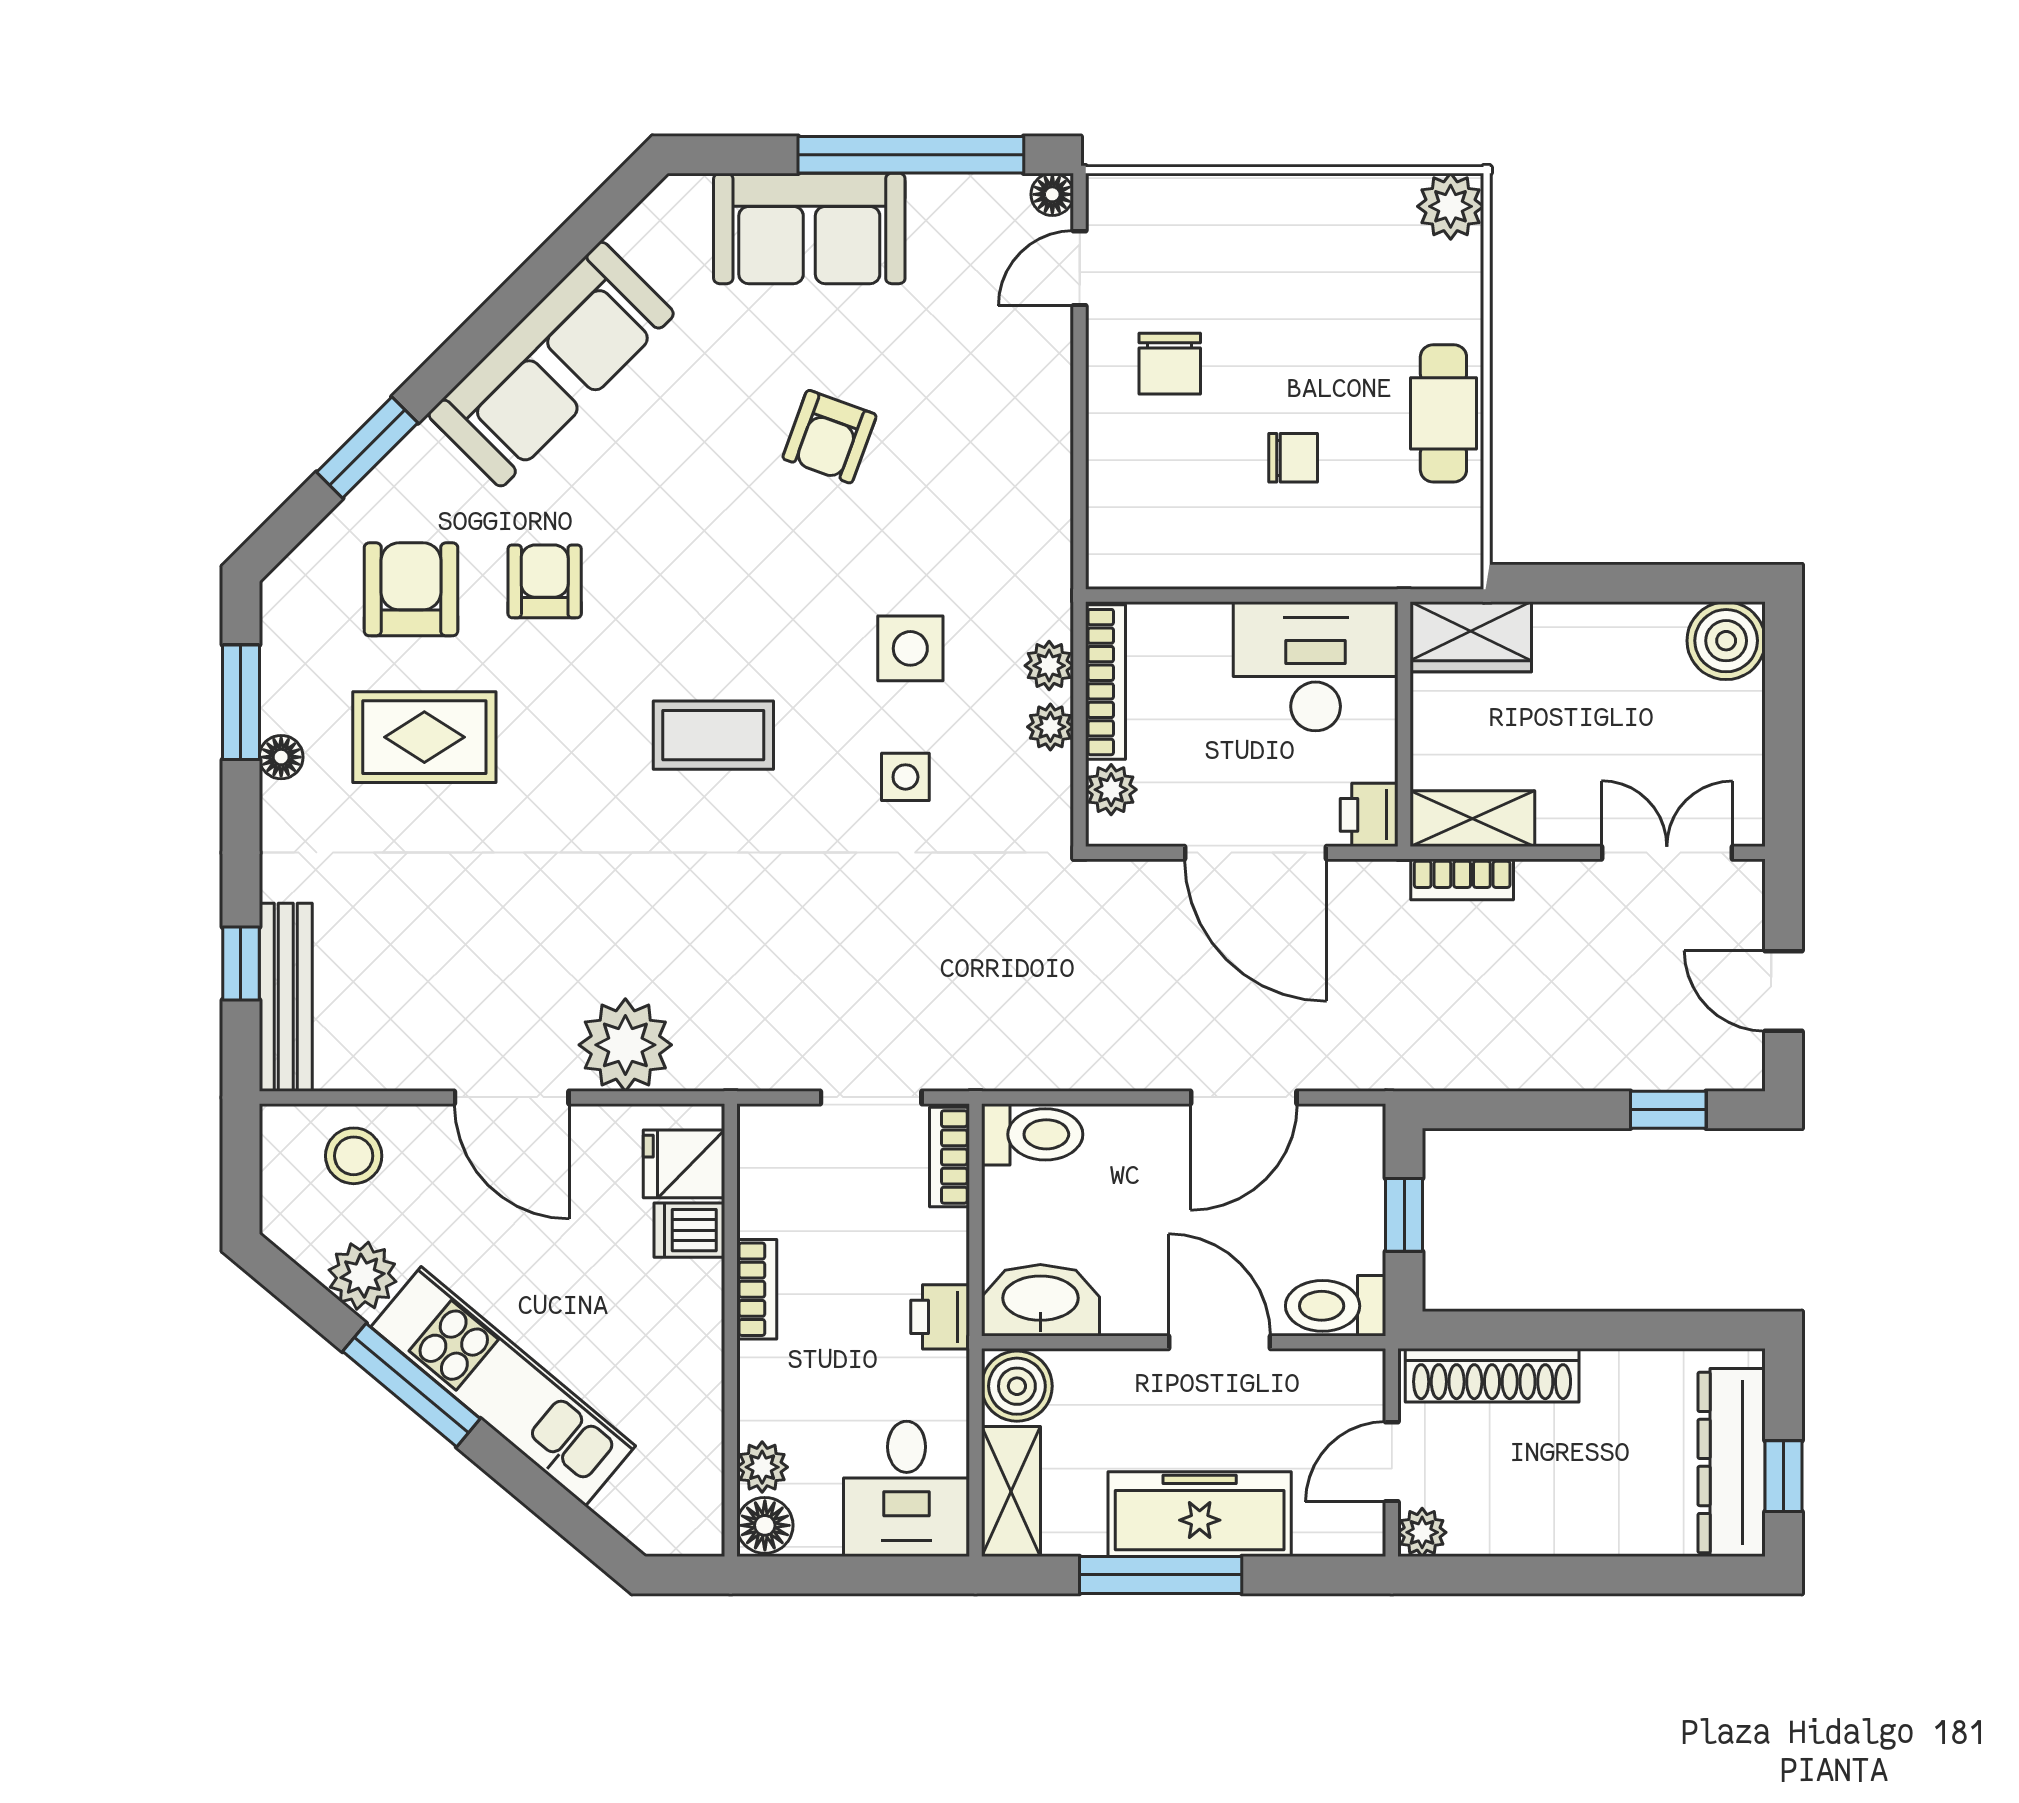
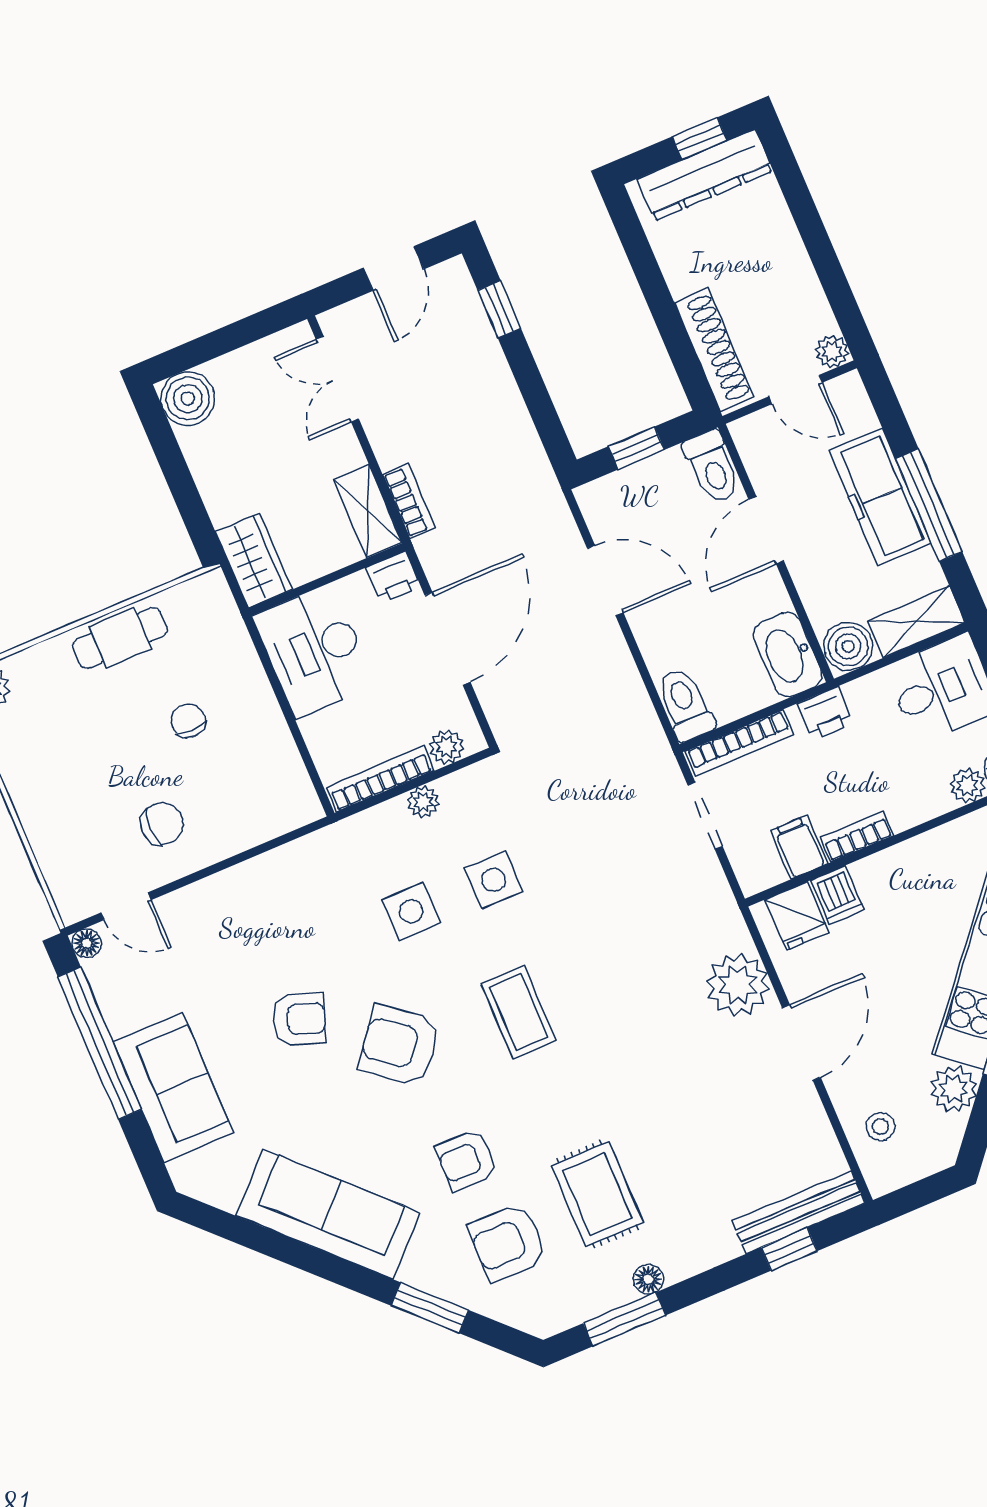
armchair: (737, 557) -> (400, 1045), added
plant: (1049, 666) -> (385, 819), removed
side table: (905, 777) -> (494, 880), width x1.37, depth x1.37
stool: (354, 1156) -> (880, 1127), width x0.73, depth x0.73
bookcase: (949, 1157) -> (739, 743), width x1.56
filing cabinet: (775, 1206) -> (799, 847), added

